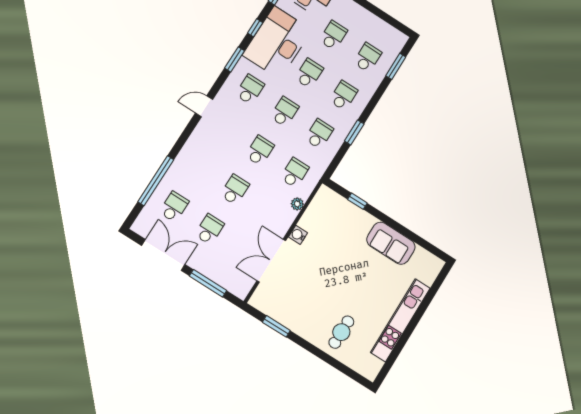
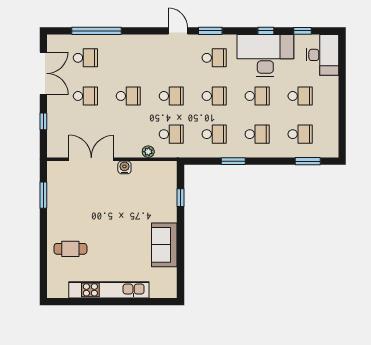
window: (235, 59) -> (210, 31), moved
window: (208, 283) -> (43, 121), width x0.46

